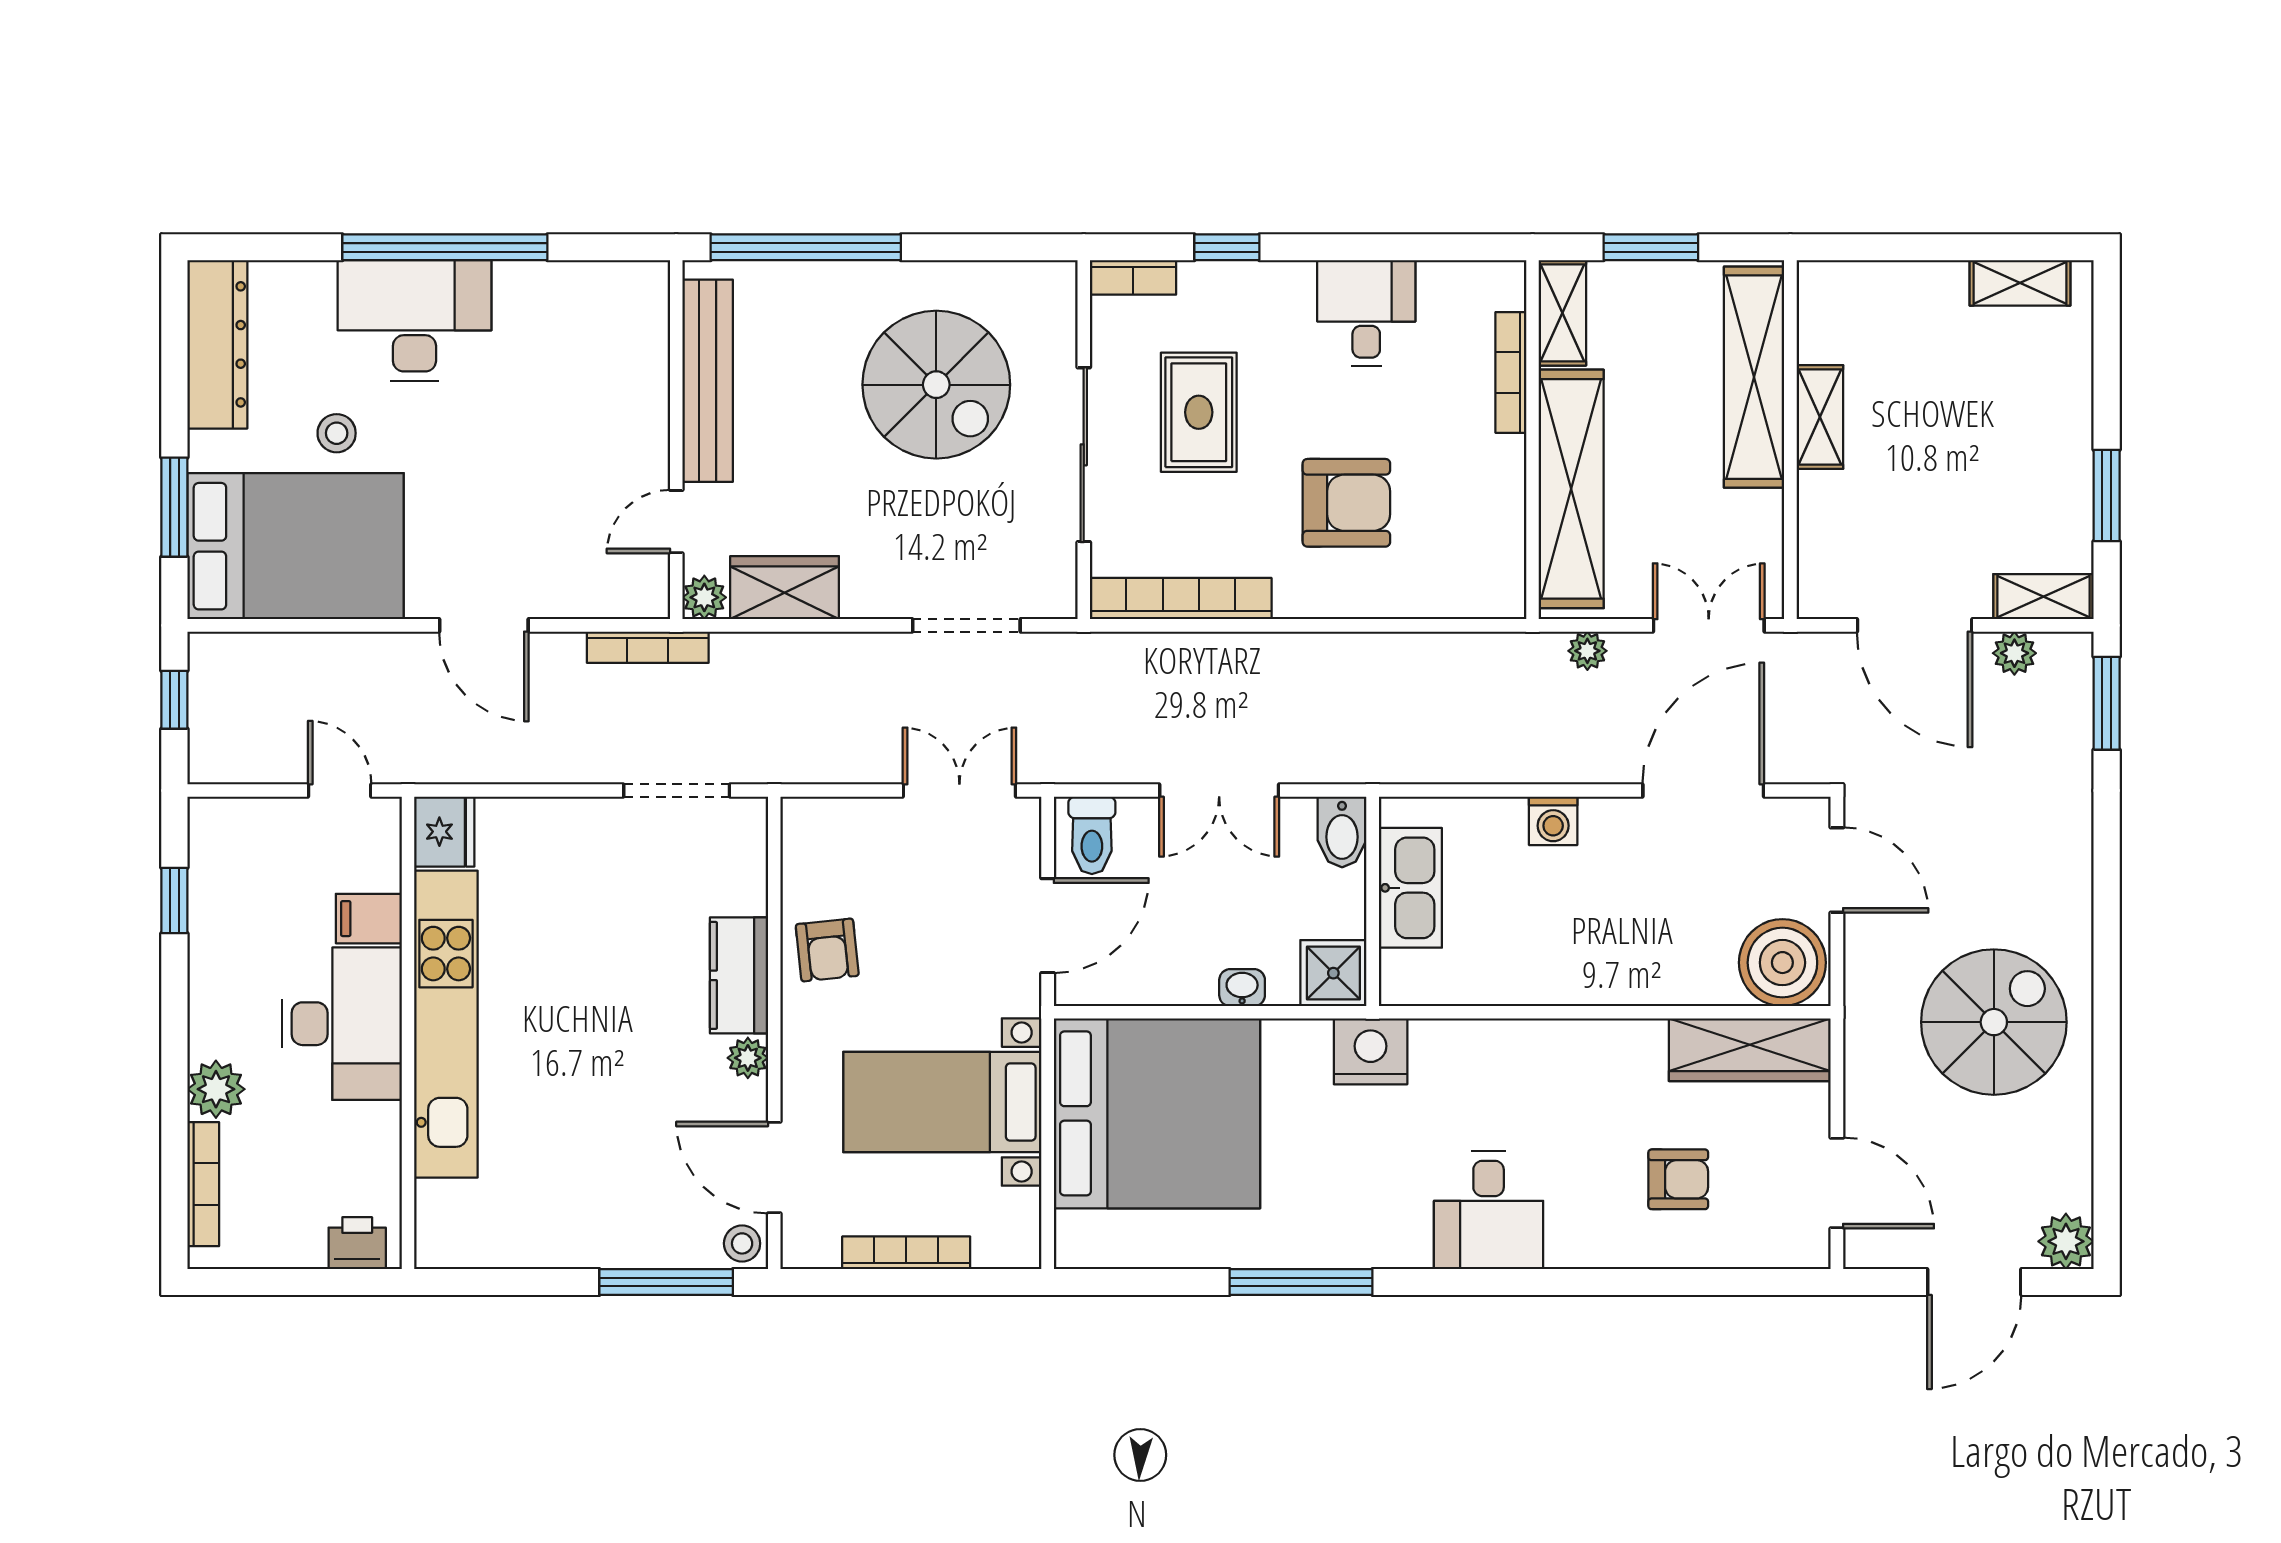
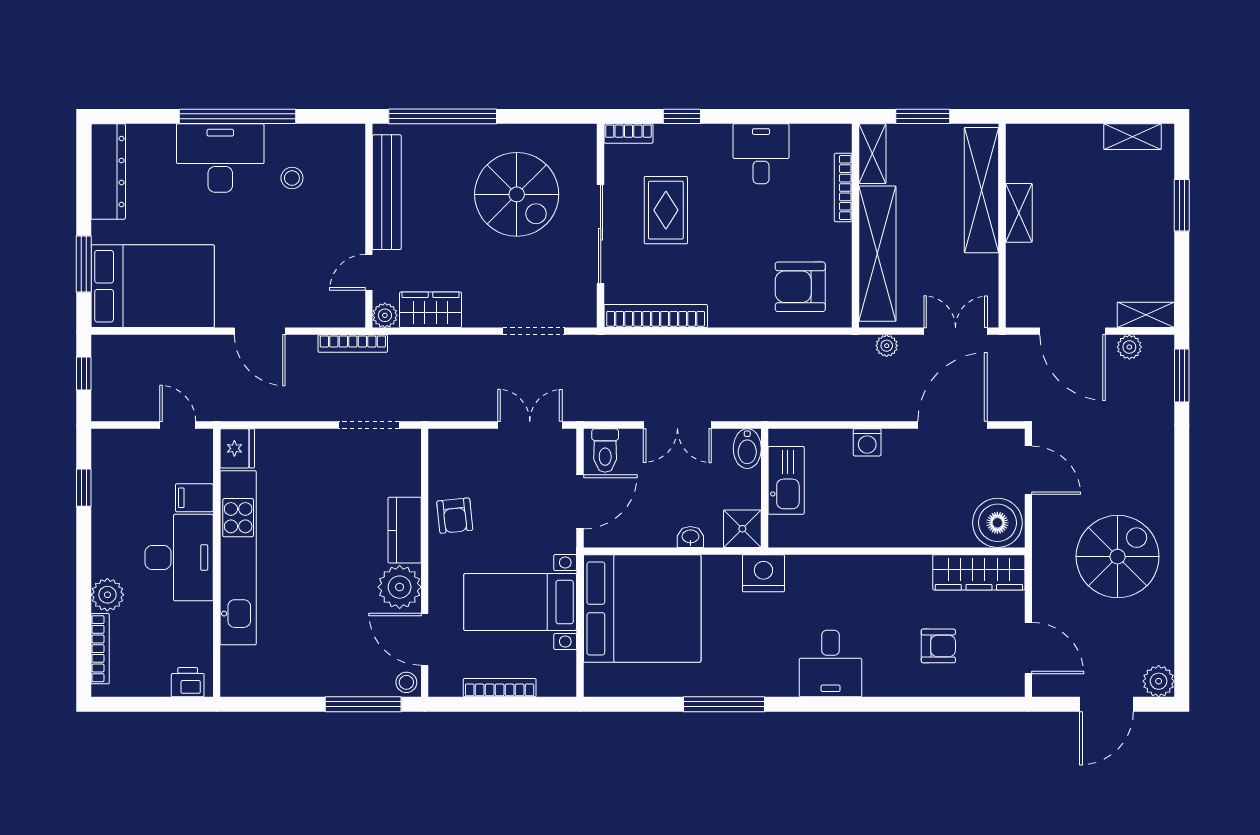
stool: (337, 433) -> (292, 178), moved
window: (2107, 495) -> (1182, 205), moved
armchair: (1346, 503) -> (800, 287), moved, turned 180
plant: (748, 1058) -> (400, 587), width x1.88, depth x1.88

